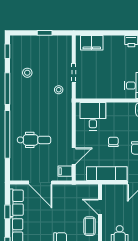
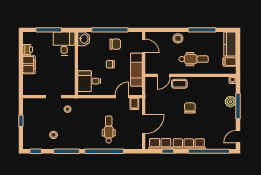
filing cabinet: (92, 43) -> (29, 65), moved
door: (74, 156) -> (122, 97), hinge flipped

